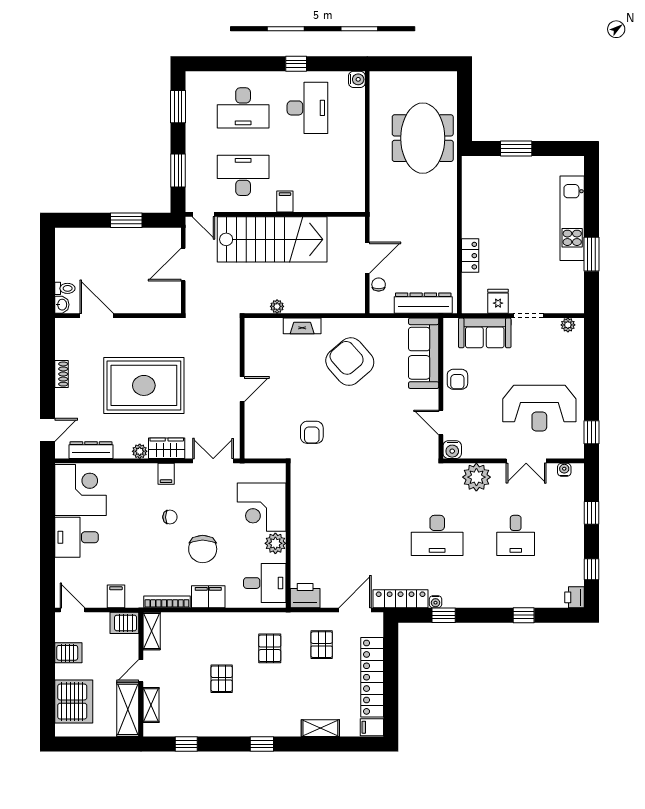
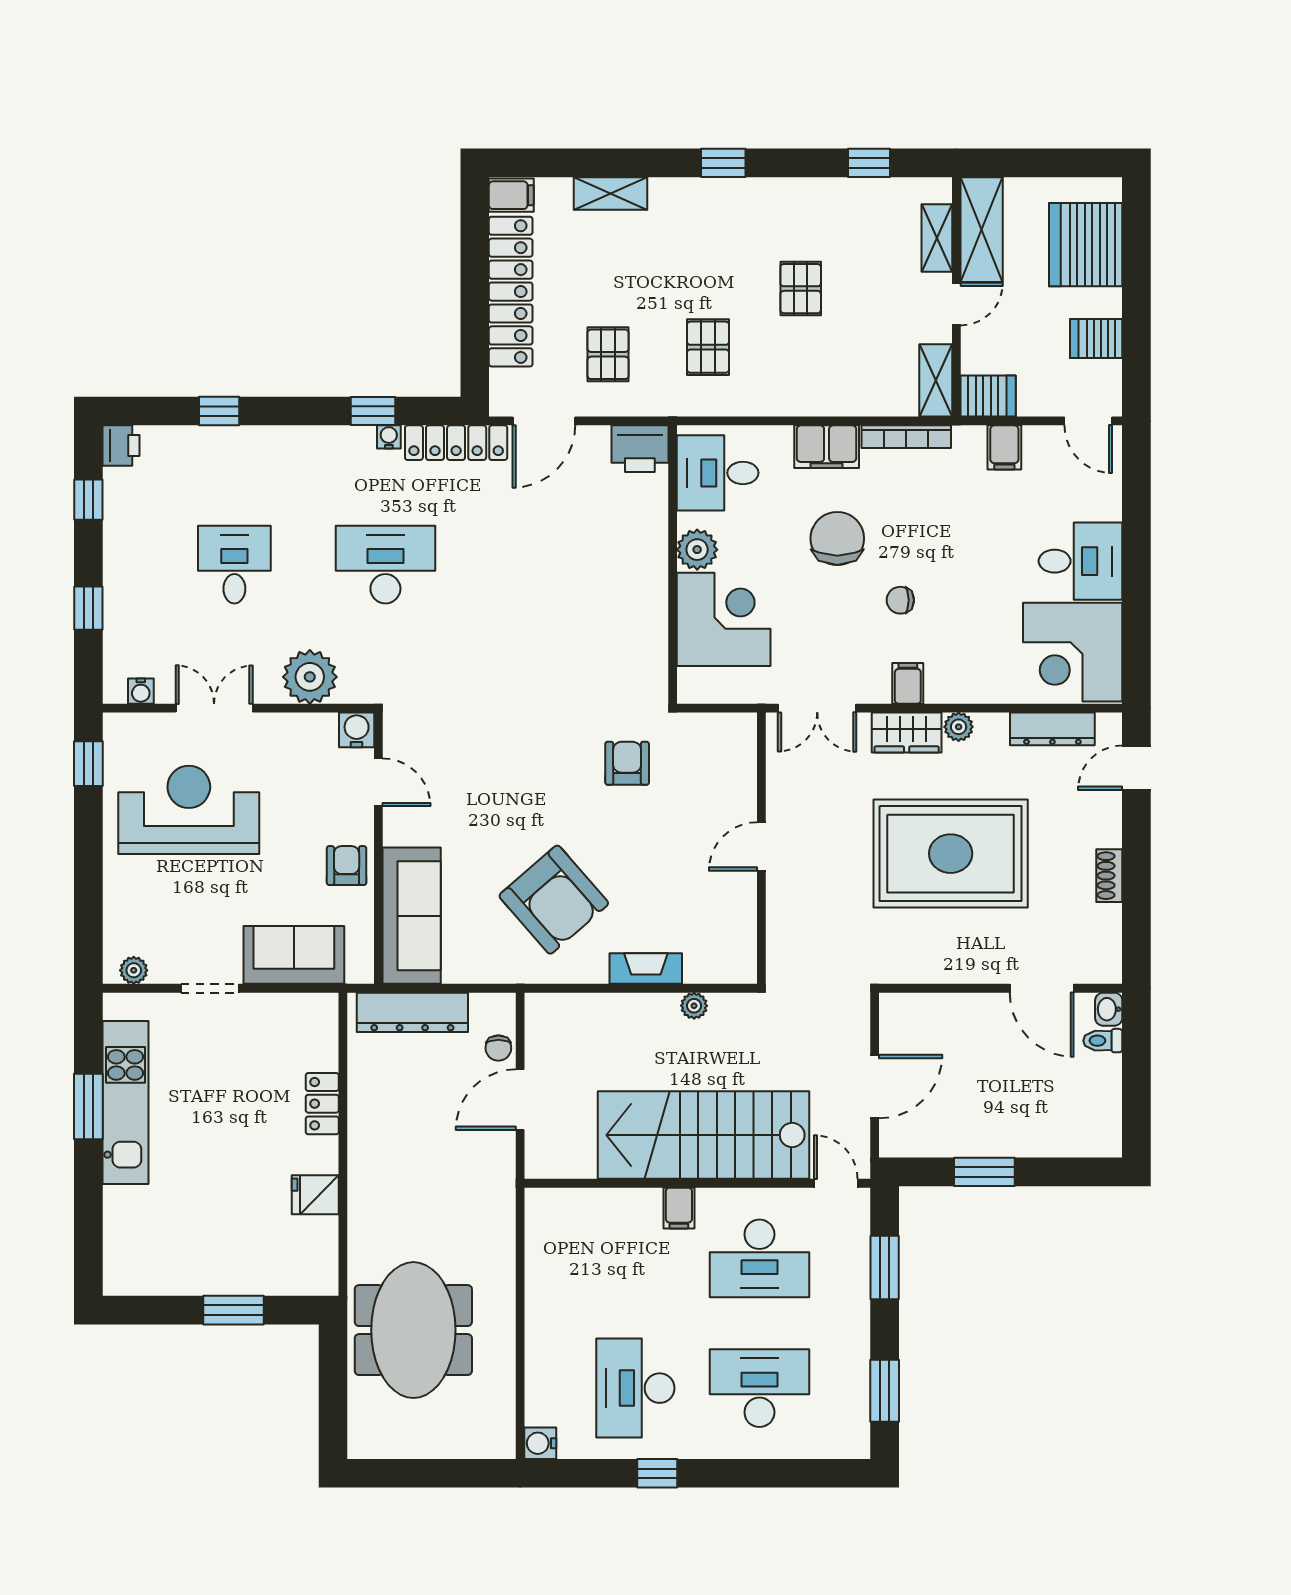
kitchen unit: (572, 218) -> (126, 1102), moved
fridge: (498, 301) -> (315, 1195), moved, turned 90

